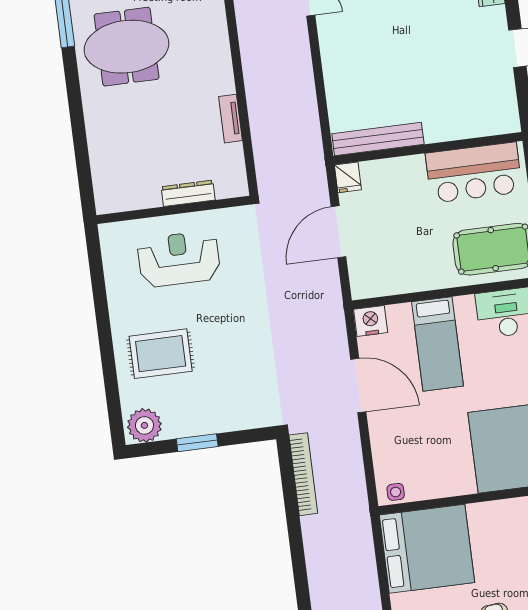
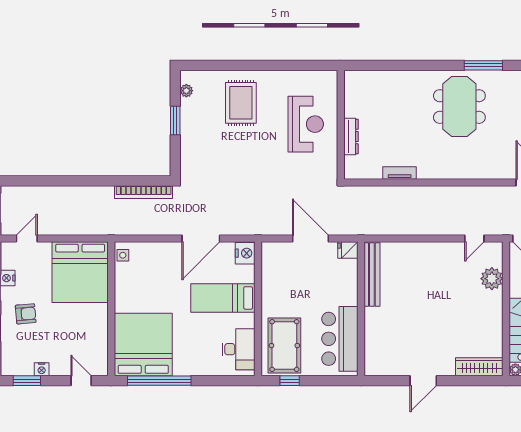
plant: (144, 425) -> (186, 91), width x0.53, depth x0.53

